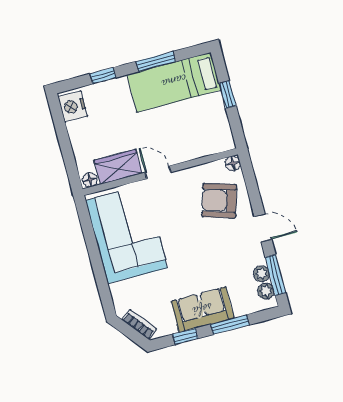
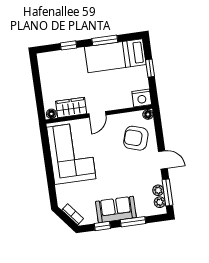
nightstand: (73, 106) -> (142, 98), moved, turned -90
door: (158, 172) -> (97, 114), swing flipped

